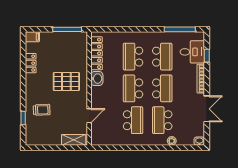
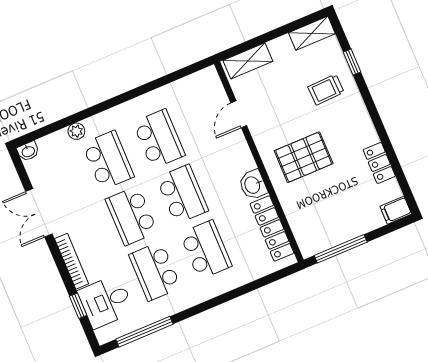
school desk: (133, 120) -> (159, 139), turned 180
shelving: (37, 140) -> (312, 33), added

